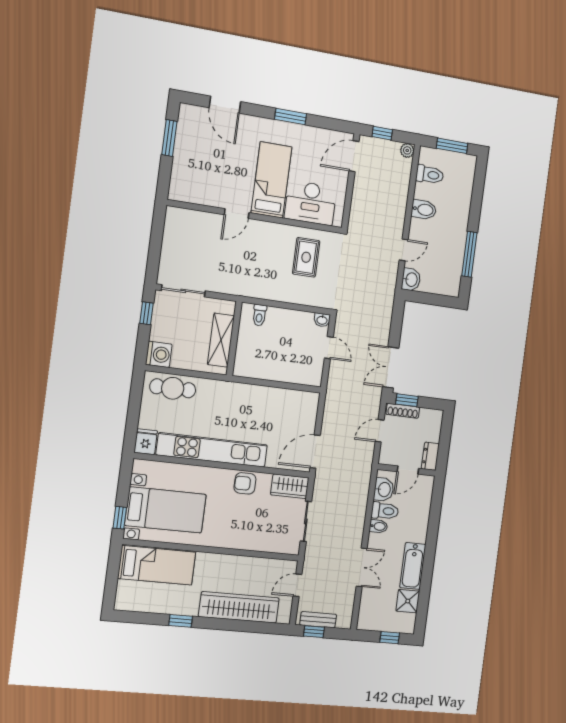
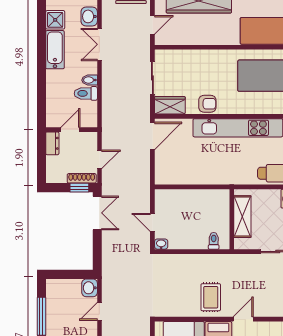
rug: (306, 257) -> (211, 297), moved
washbasin: (384, 489) -> (89, 16), moved

